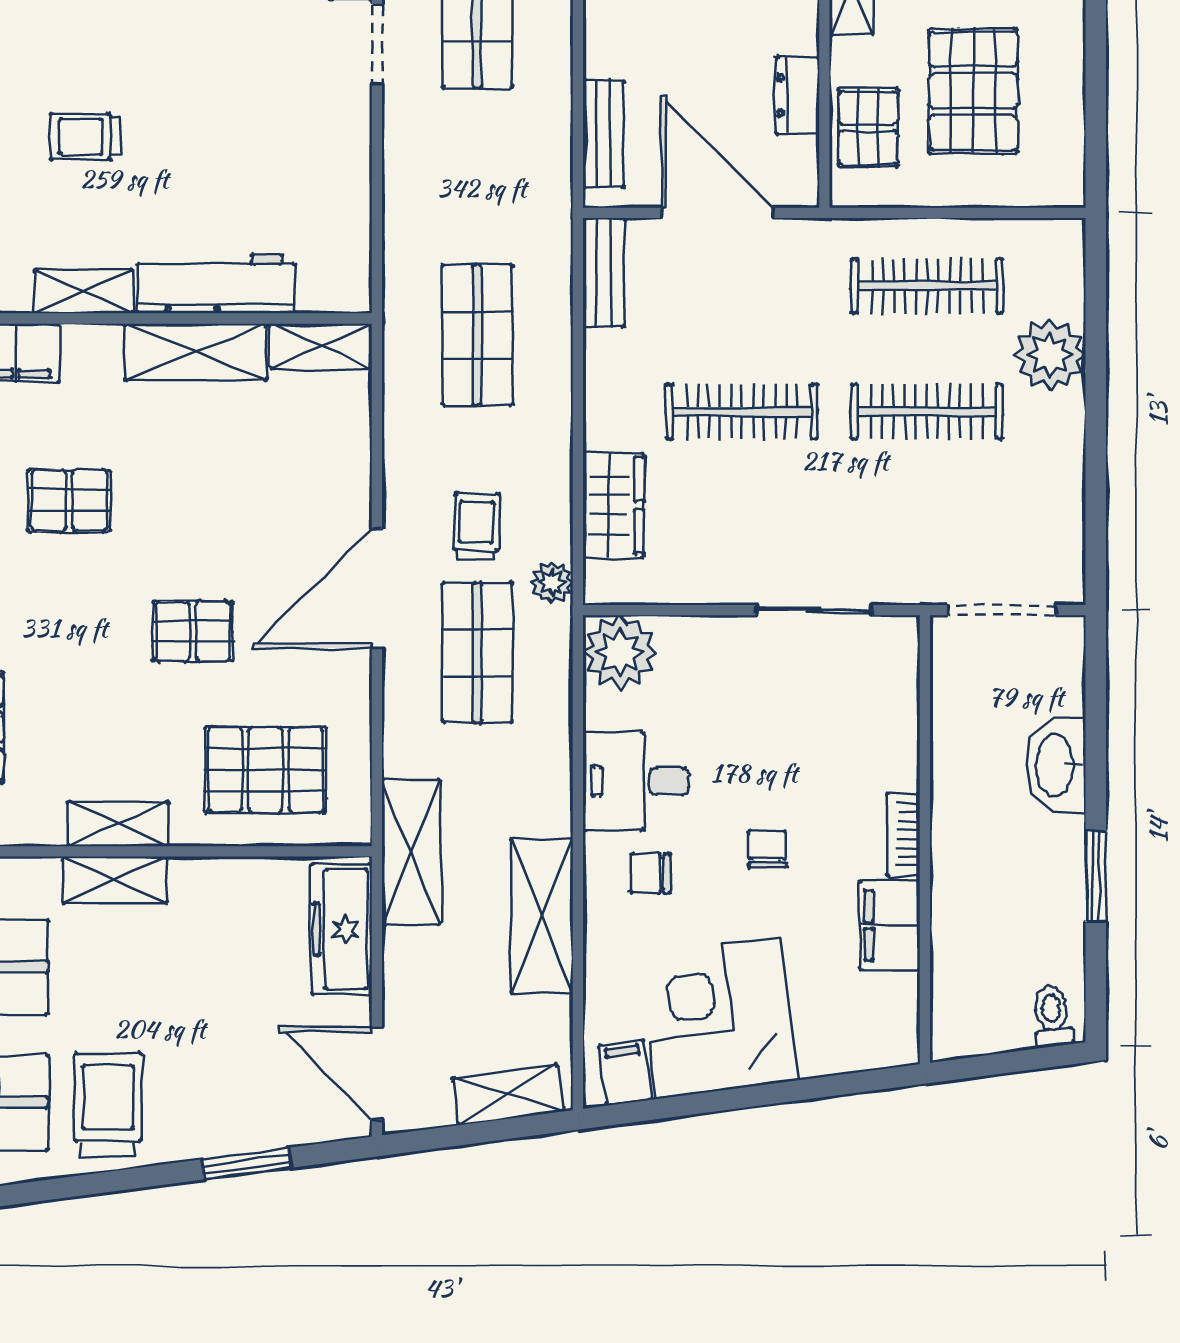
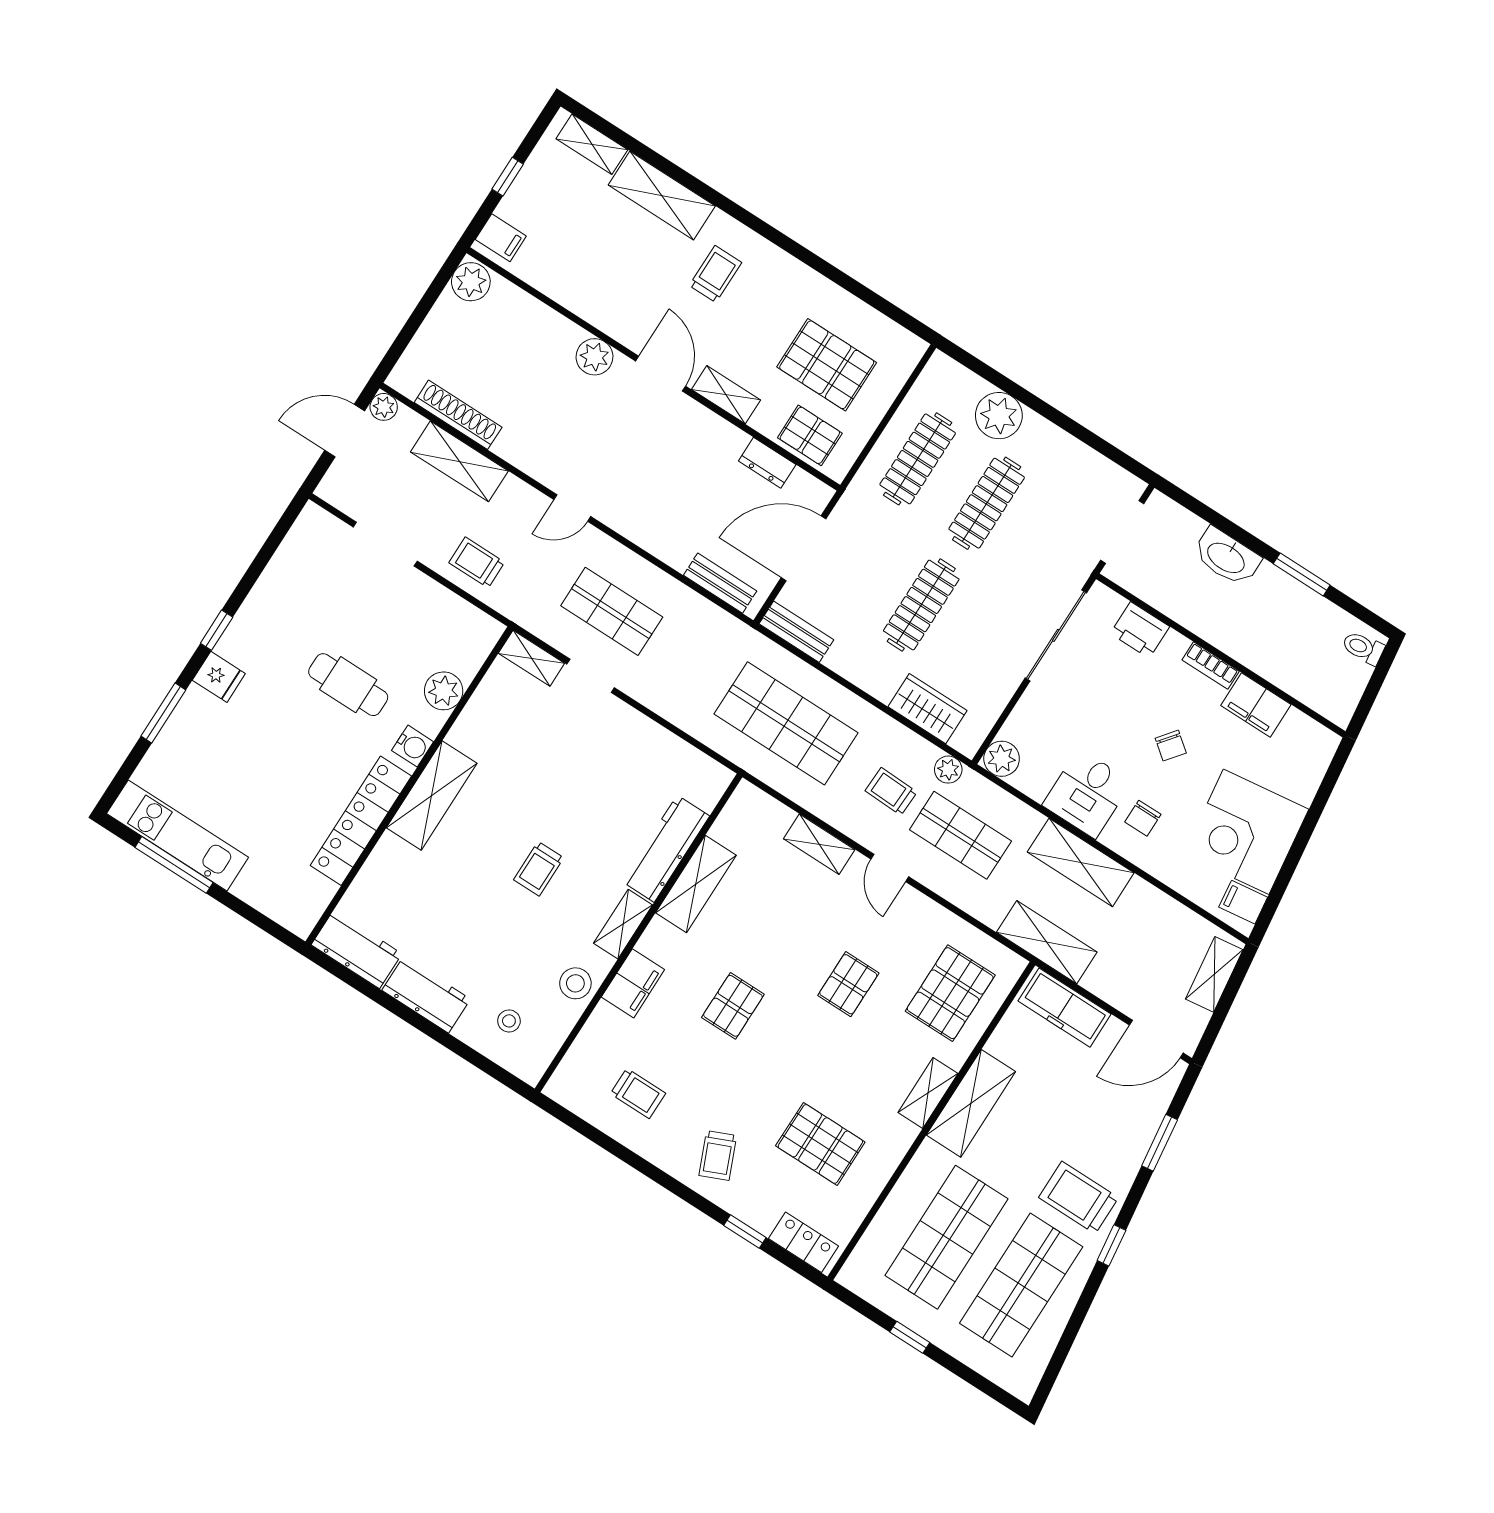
shop shelf: (477, 335) -> (786, 723), width x1.43, depth x1.36
shelving: (321, 346) -> (819, 844), moved, turned 90
door: (377, 588) -> (890, 868), width x0.53
sliding door: (814, 610) -> (1056, 635), width x1.37
plant: (620, 652) -> (1002, 759), width x0.73, depth x0.73
printer: (890, 714) -> (1140, 630), added
chair: (767, 849) -> (1171, 746), turned -142
shelving: (115, 880) -> (971, 1103), width x1.50, depth x1.33
shelving: (542, 916) -> (1081, 862), moved
window: (74, 1186) -> (1111, 1245), added

